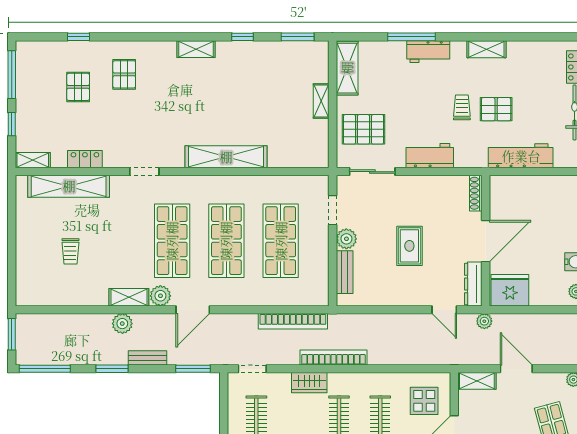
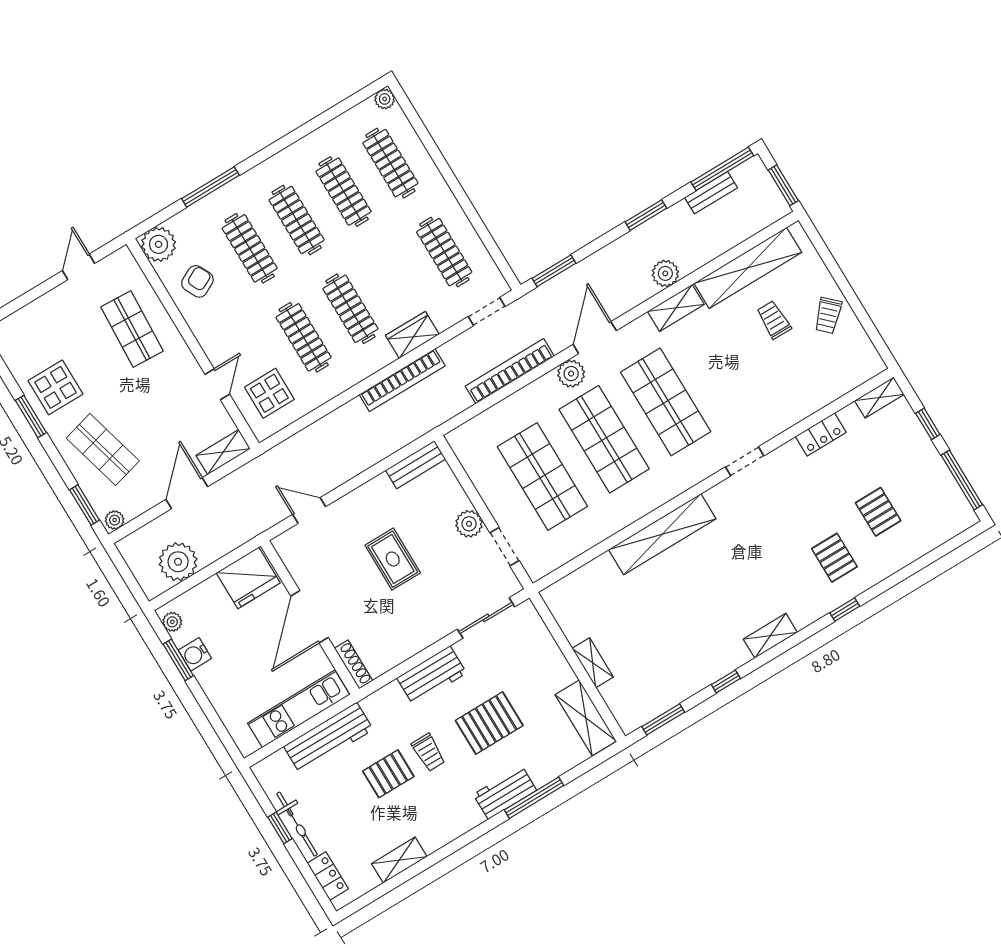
window: (79, 37) -> (845, 609), moved
shelving: (486, 49) -> (399, 860), moved
pallet: (364, 129) -> (489, 723), moved
shelving: (69, 186) -> (748, 268), moved
kitchen unit: (529, 186) -> (299, 709), added
trolley: (34, 233) -> (828, 315), added
bench: (345, 272) -> (416, 465), moved, turned 90
dresser: (473, 284) -> (294, 560), removed
plant: (160, 296) -> (571, 374), moved
bookcase: (293, 321) -> (510, 371), moved
plant: (484, 321) -> (178, 562), moved, width x1.87, depth x1.87
bench: (147, 358) -> (711, 193), moved
door: (516, 369) -> (187, 493), swing flipped

